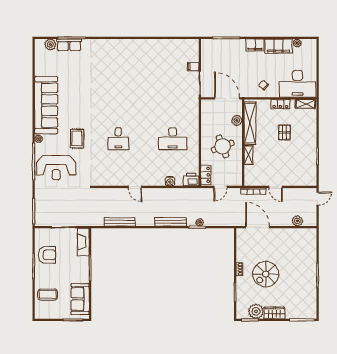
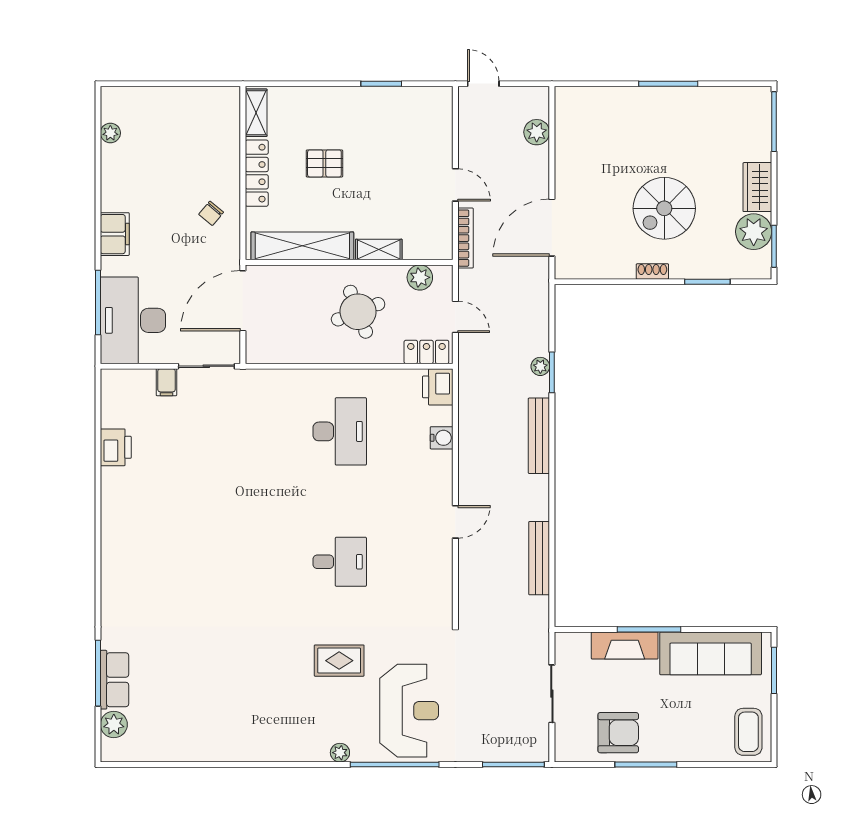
printer: (166, 45) -> (116, 447), added
filing cabinet: (278, 46) -> (117, 178), removed
desk: (297, 84) -> (133, 320), moved, turned 180
locker: (280, 104) -> (257, 173), width x1.53
sofa: (46, 105) -> (259, 735), removed
plant: (237, 120) -> (420, 277), moved
door: (275, 187) -> (455, 185), hinge flipped
fireplace: (83, 242) -> (625, 645), moved
armchair: (47, 255) -> (618, 733), turned 90
spiral stairs: (266, 274) -> (664, 208), turned 90
coffee table: (48, 295) -> (748, 732), moved
sofa: (80, 299) -> (711, 653), width x1.36

